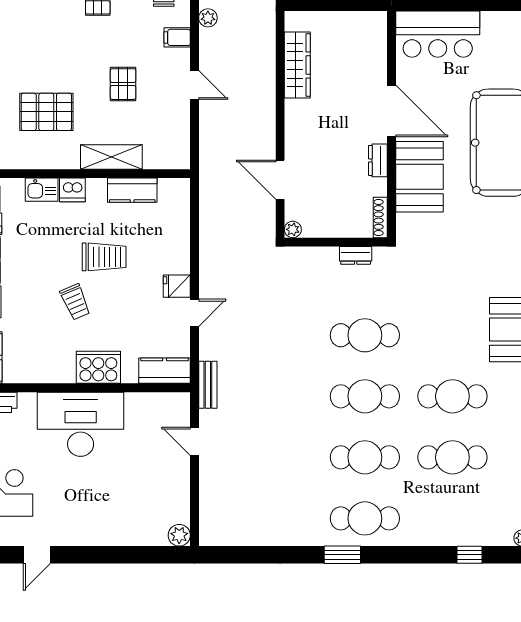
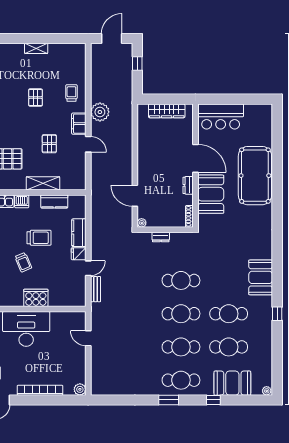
plant: (208, 18) -> (100, 112), width x1.88, depth x1.88
filing cabinet: (177, 37) -> (79, 124), width x2.00
wardrobe: (297, 65) -> (167, 111), moved, turned 90
dresser: (356, 255) -> (161, 237), moved
kitchen counter: (165, 371) -> (79, 233), moved, turned -90
bench: (208, 385) -> (95, 289), moved
booth: (459, 524) -> (232, 383), added
bookcase: (106, 537) -> (40, 390), added
window: (469, 555) -> (213, 400), moved

